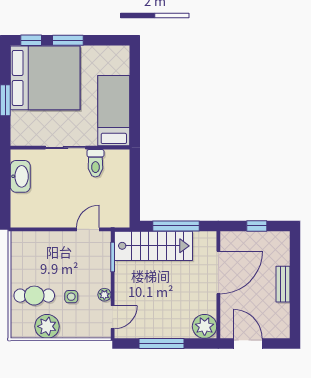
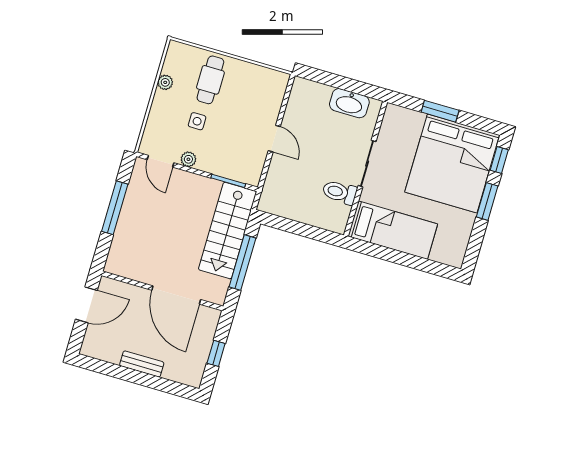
door: (88, 229) -> (274, 139), moved
plant: (47, 326) -> (165, 82), width x0.53, depth x0.53
plant: (205, 326) -> (120, 262), removed

